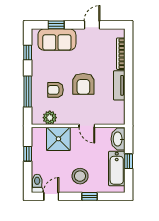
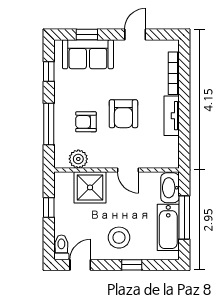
window: (129, 161) -> (184, 218), width x2.17

